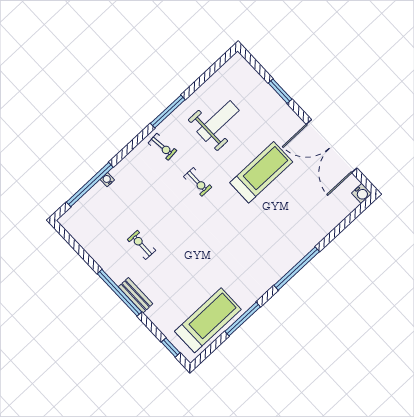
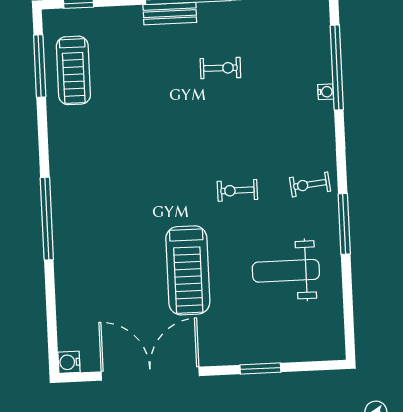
weight bench: (218, 121) -> (286, 271), turned 90
window: (243, 319) -> (40, 66), moved
treadmill: (208, 320) -> (73, 70), width x0.73, depth x0.73

